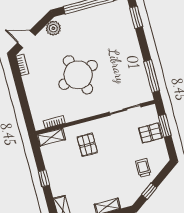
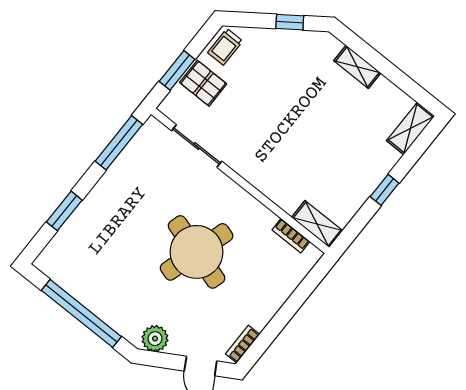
window: (136, 17) -> (64, 211), moved
round table: (78, 75) -> (197, 252), turned 36
pallet: (87, 145) -> (289, 163), removed
trolley: (143, 168) -> (225, 47), moved

